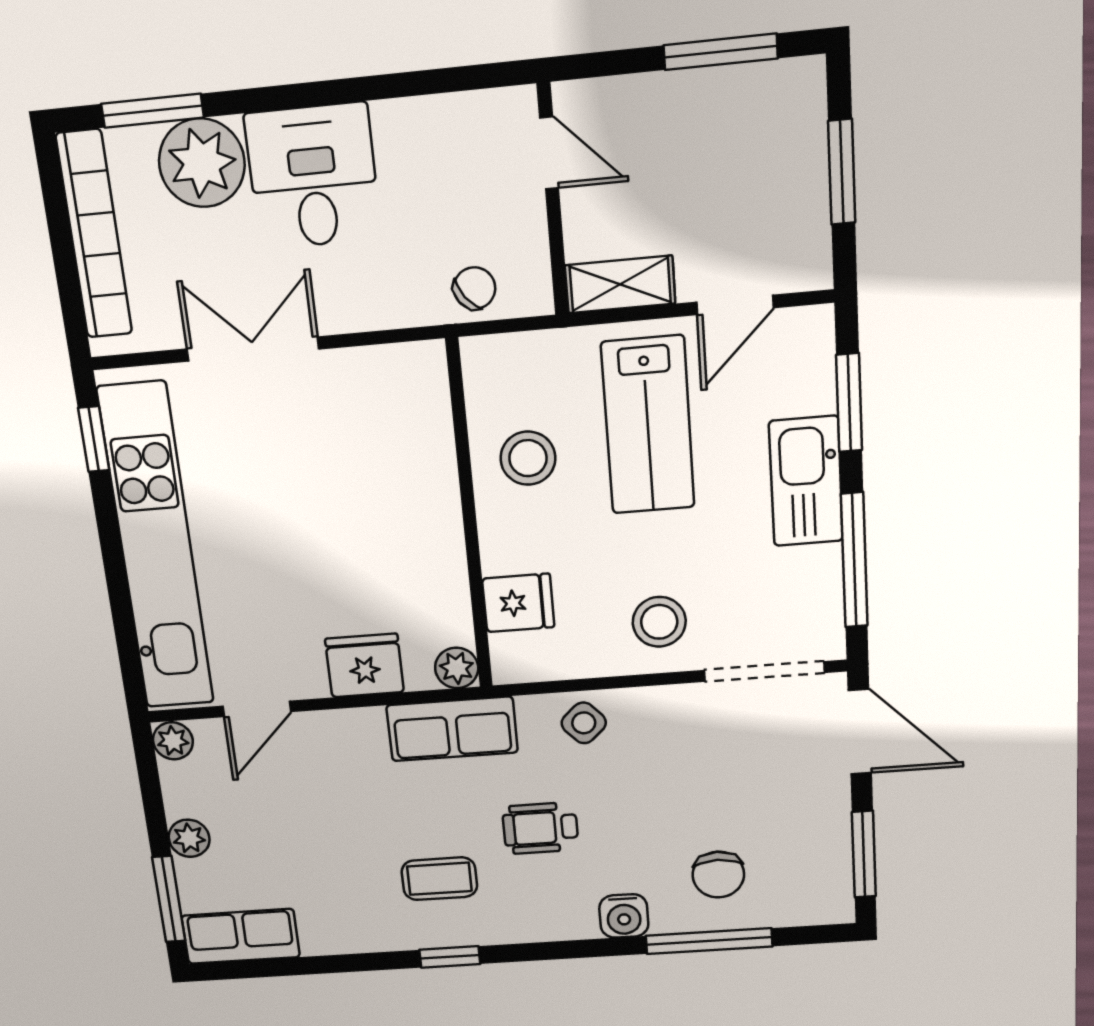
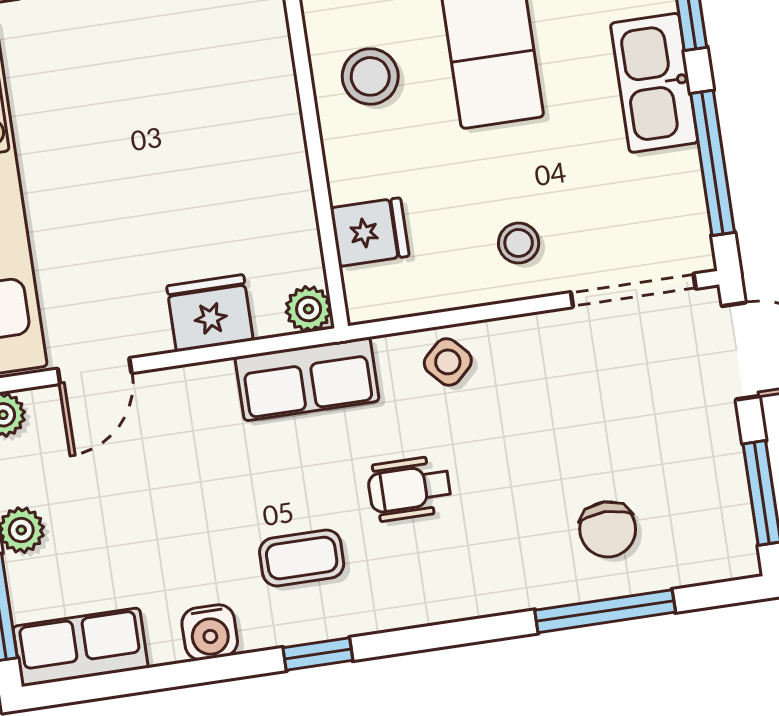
stool: (659, 622) -> (519, 243), width x0.73, depth x0.73
water cooler: (624, 916) -> (210, 632), moved

